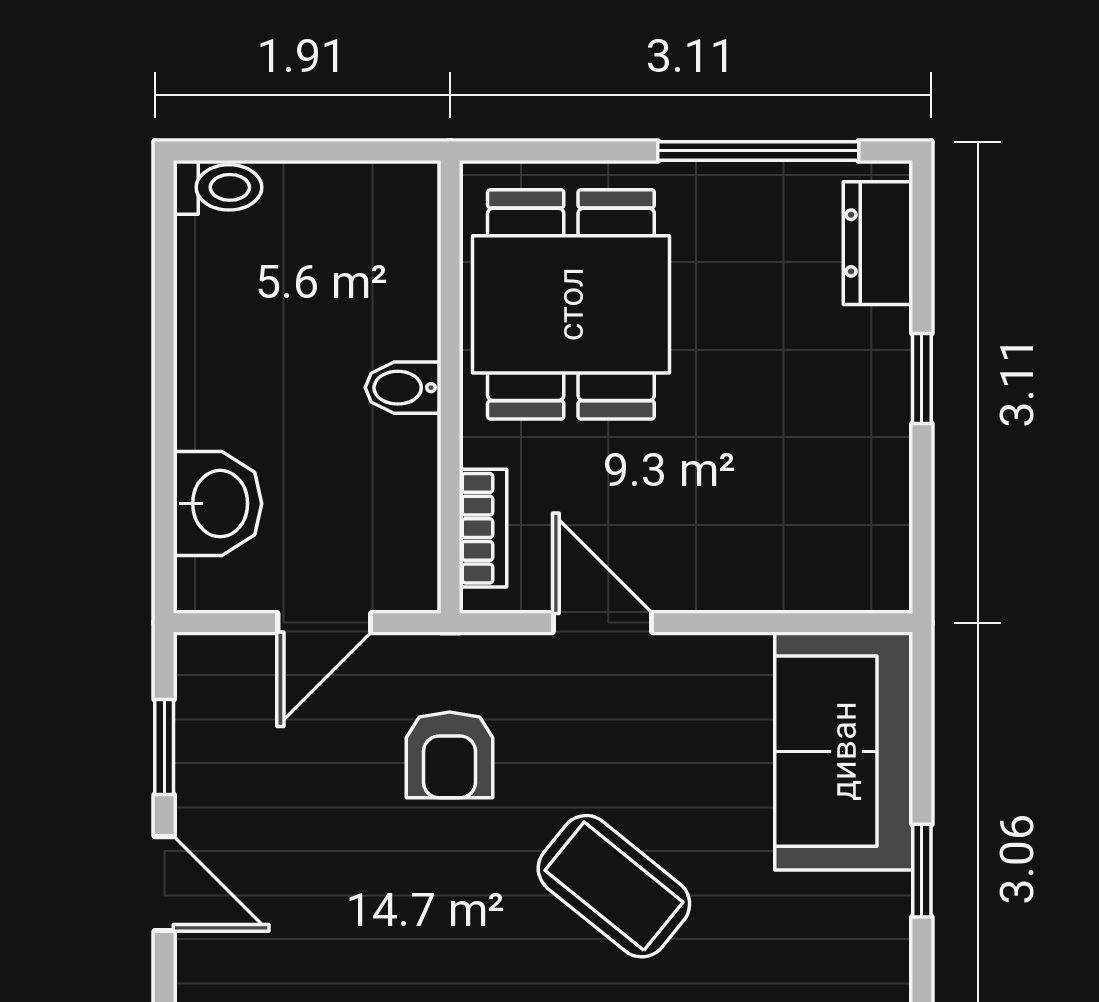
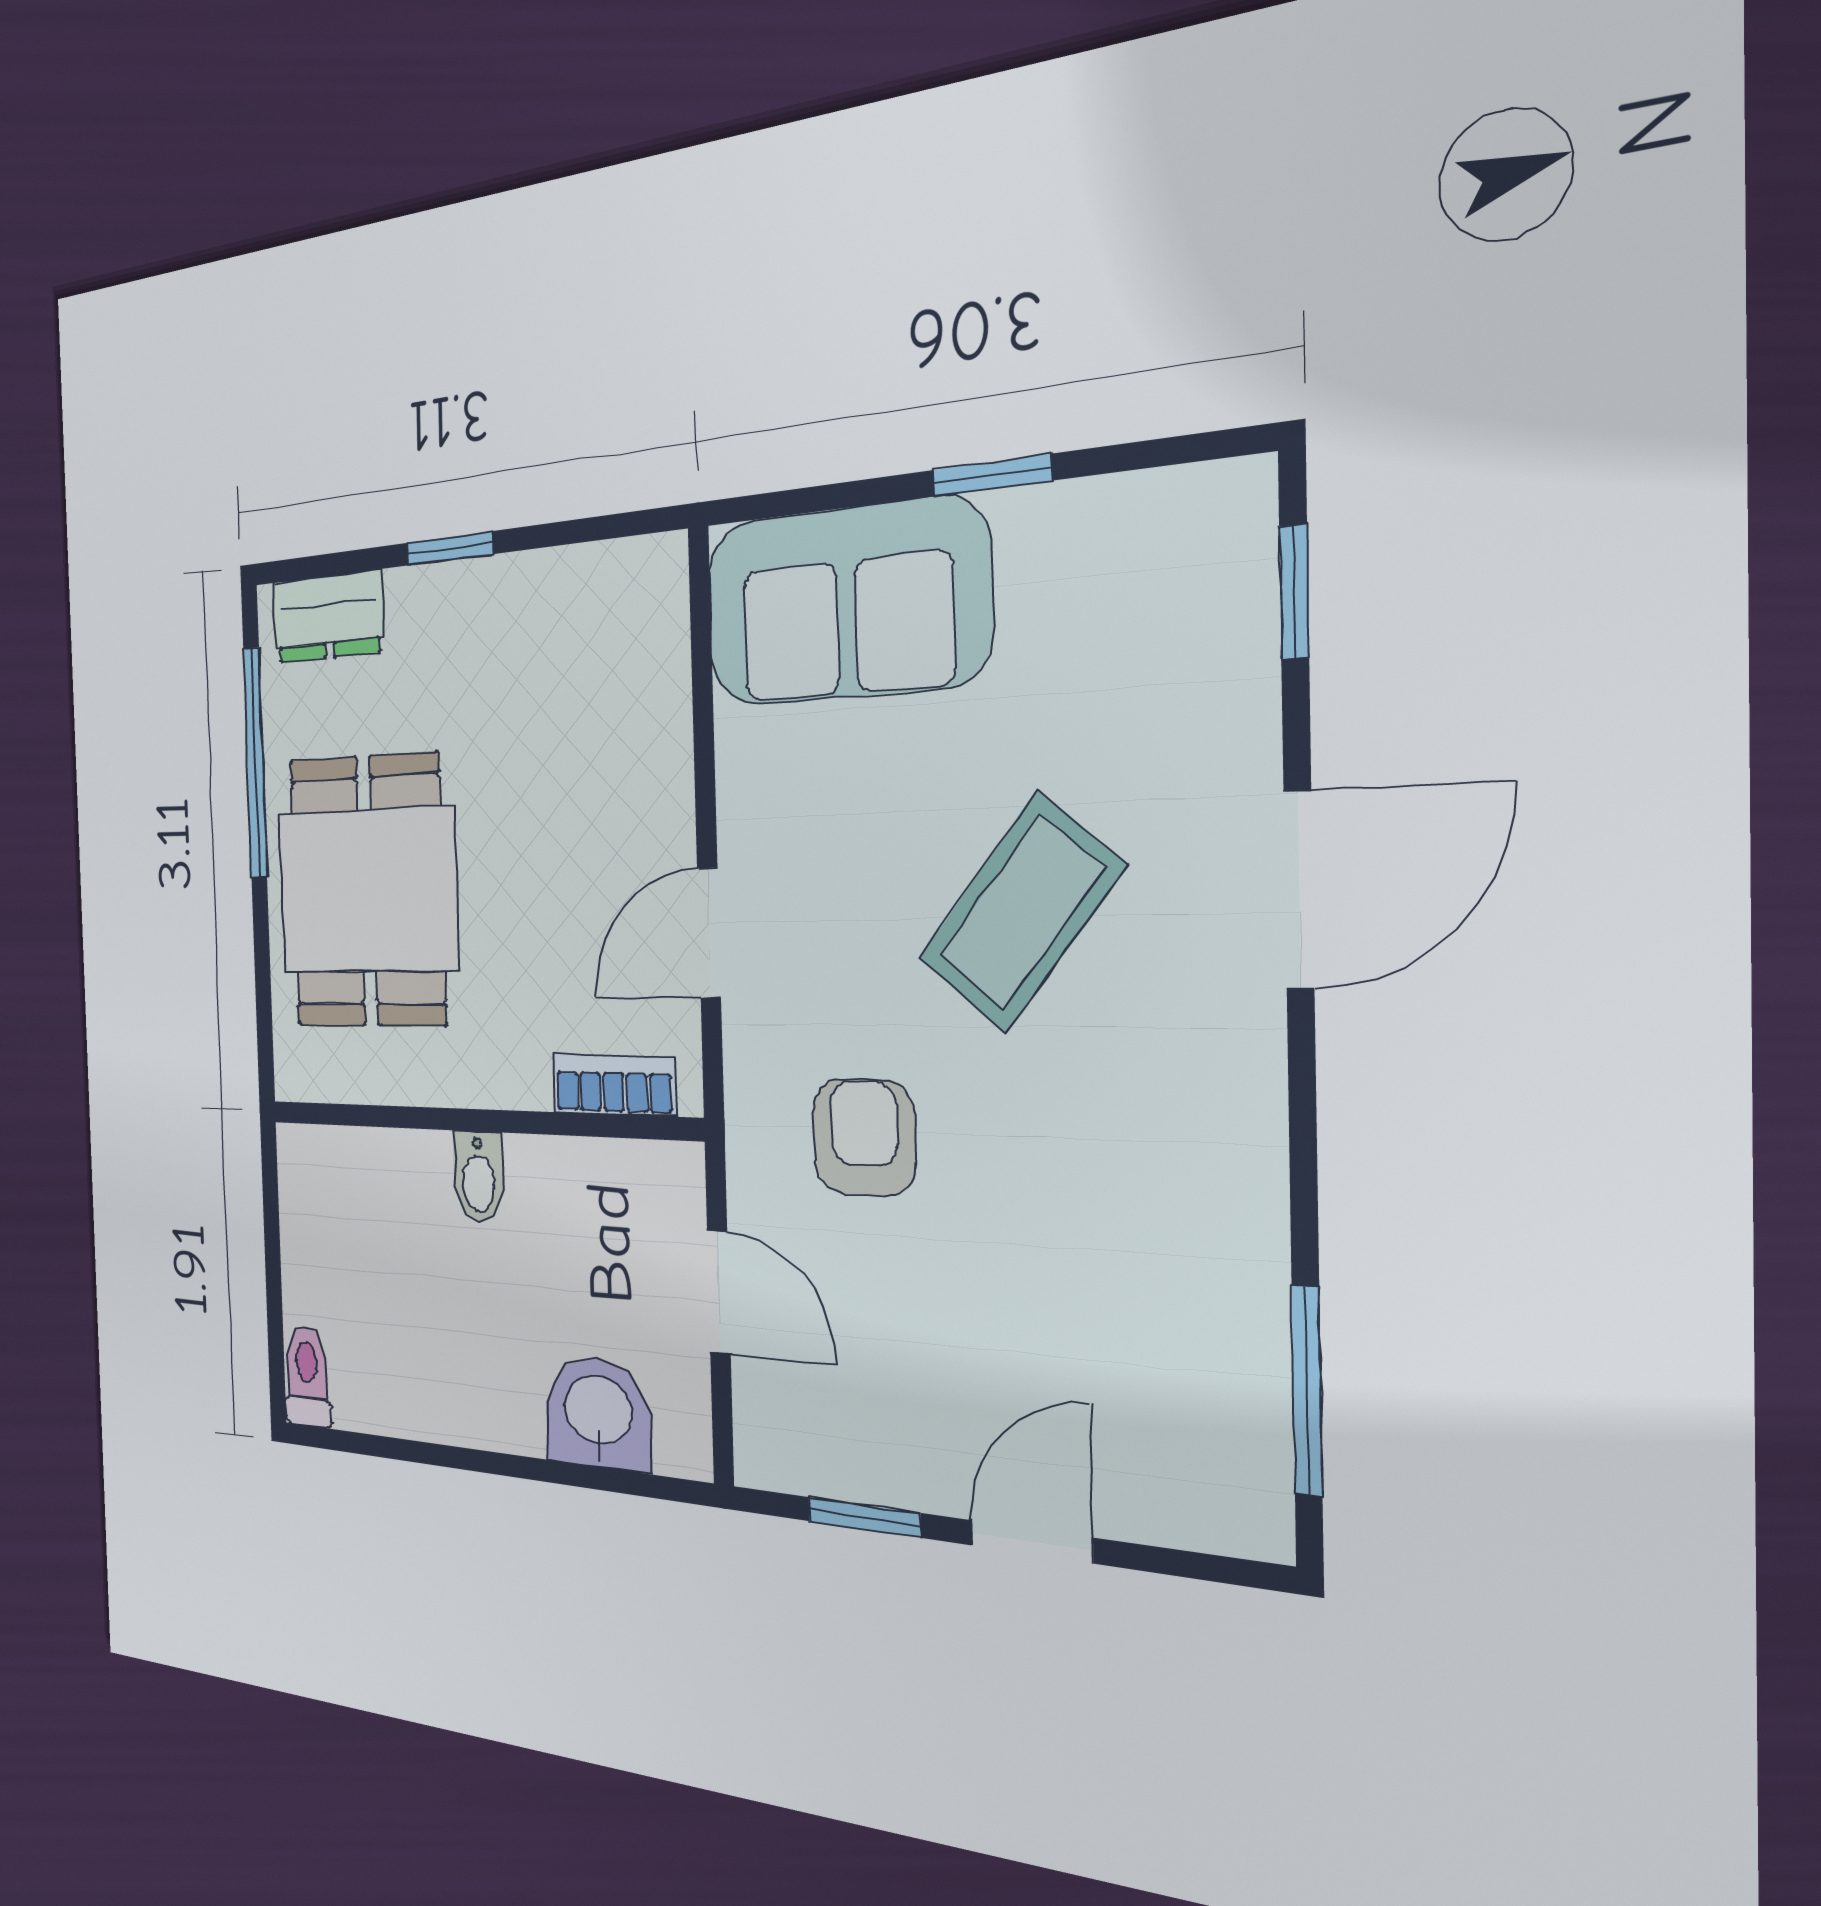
dining table: (571, 304) -> (367, 891), moved, turned 90
armchair: (450, 755) -> (864, 1137), turned -90

